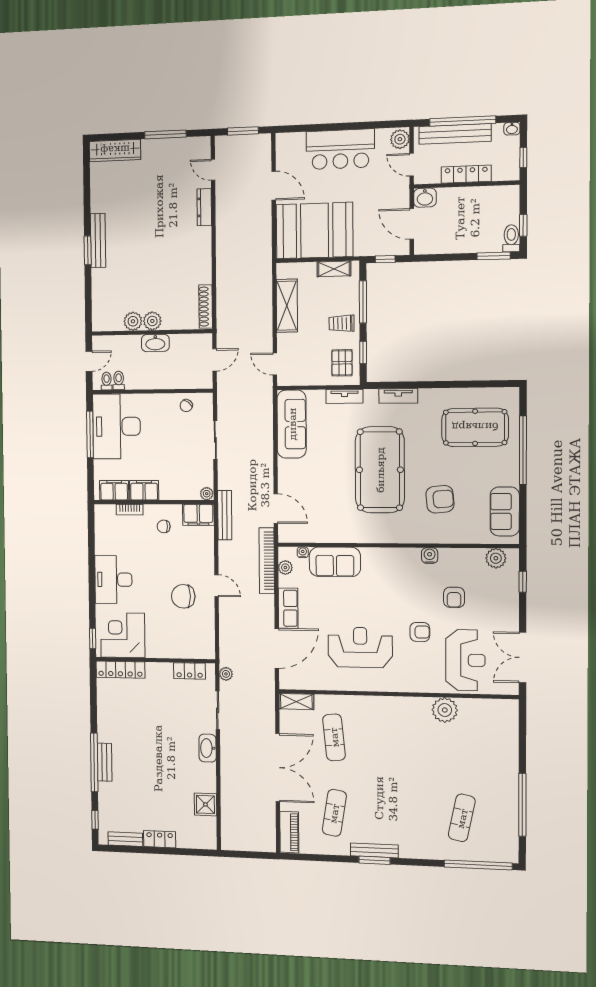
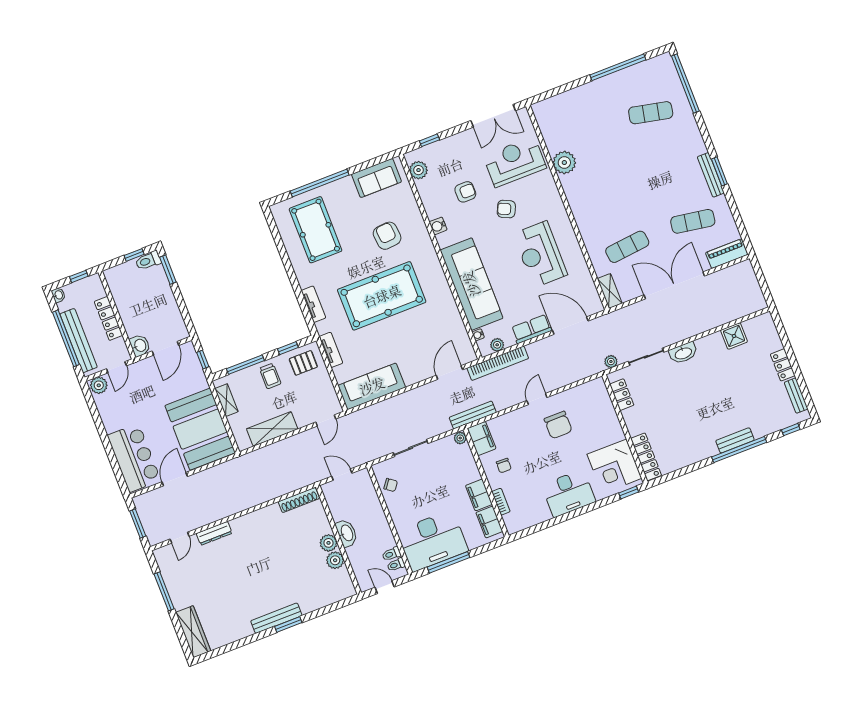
bar counter: (340, 149) -> (134, 458), moved
sofa: (335, 562) -> (471, 284), width x1.85, depth x1.27
armchair: (420, 632) -> (506, 209), turned -65

